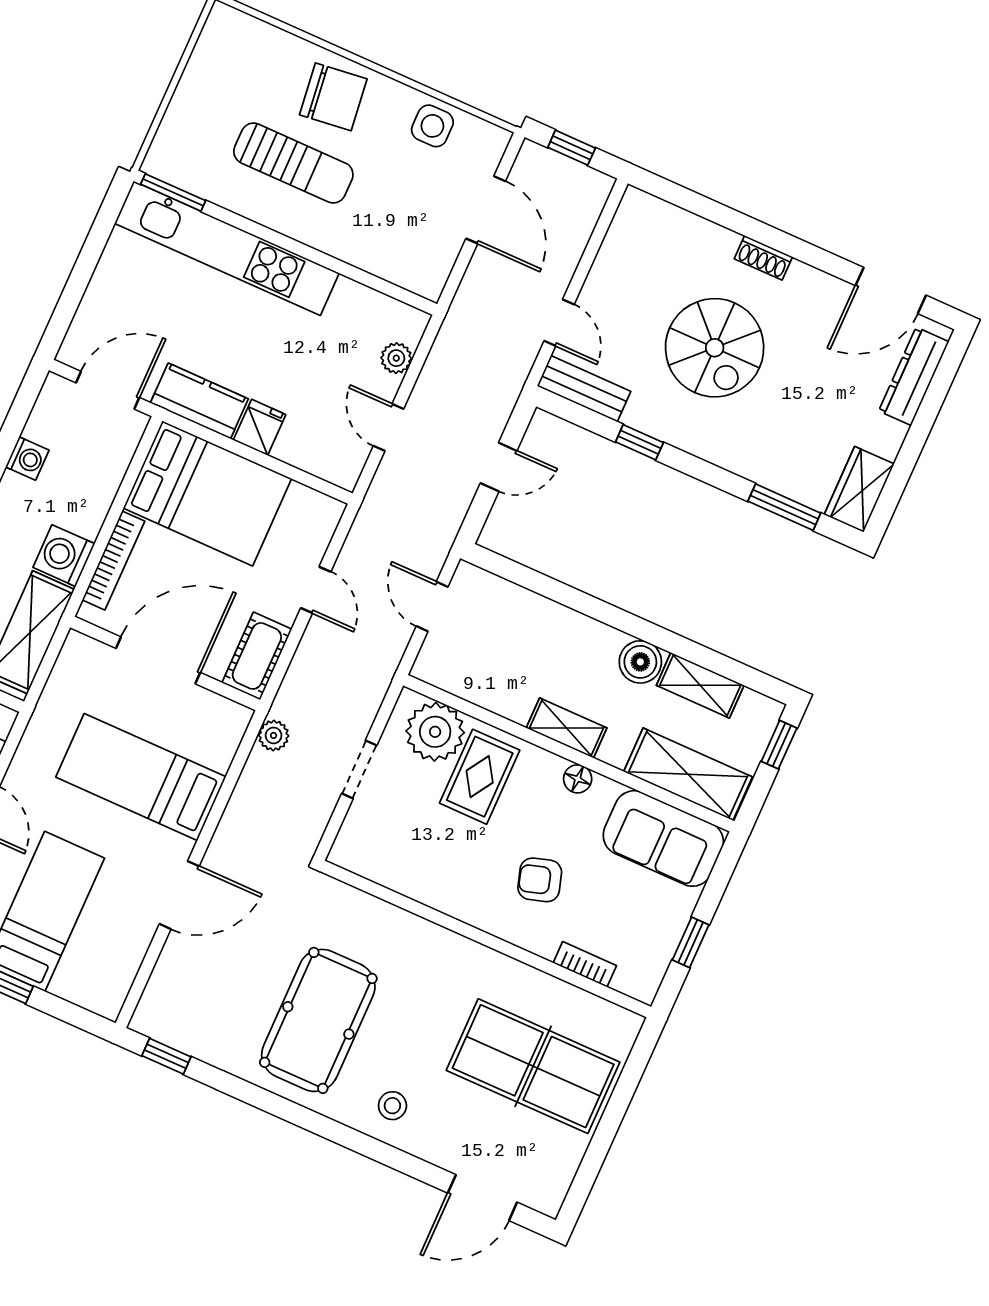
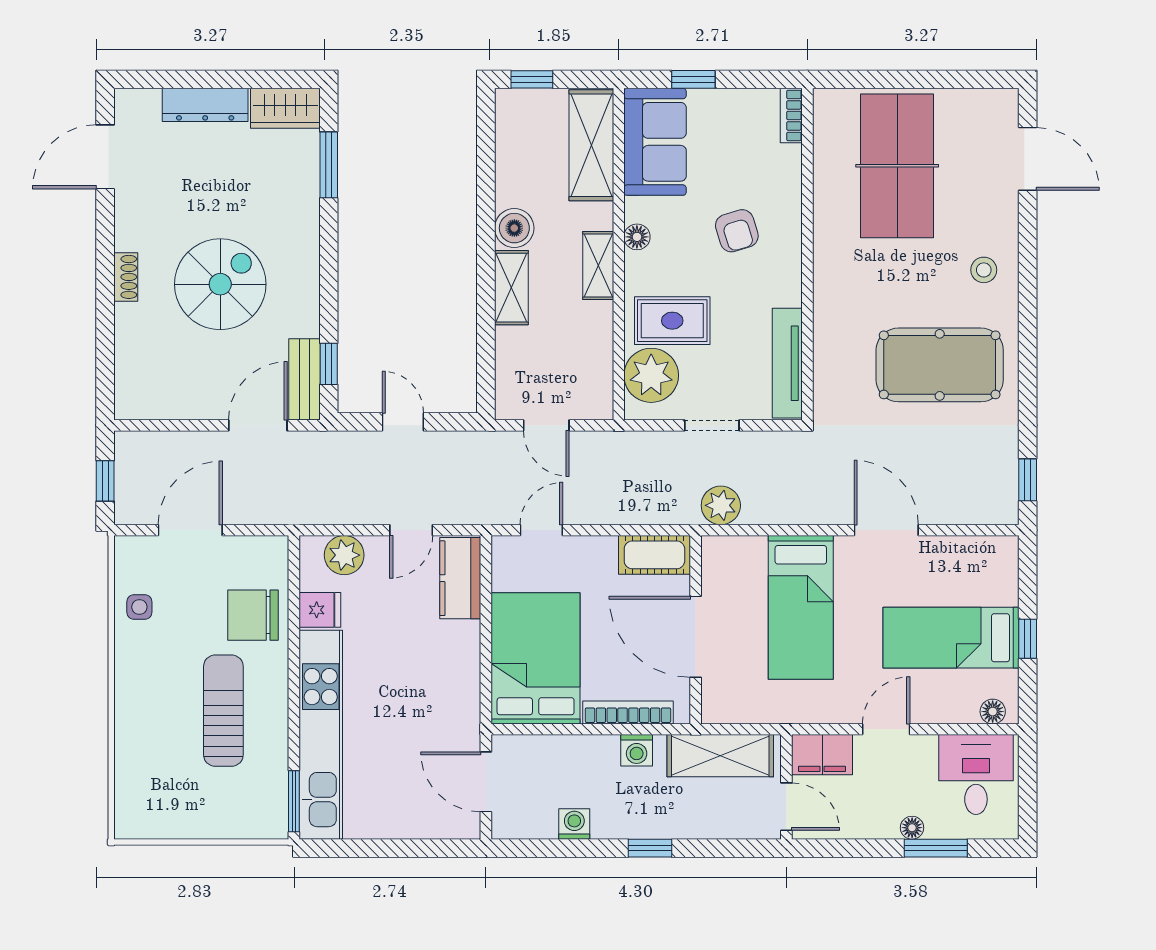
chair: (333, 97) -> (253, 615), moved, turned -83
side table: (432, 126) -> (139, 607), width x0.73, depth x0.73
door: (891, 290) -> (105, 157), swing flipped
door: (559, 323) -> (258, 425), width x1.37
plant: (396, 358) -> (344, 555), width x1.38, depth x1.38
dresser: (914, 376) -> (205, 105), moved
kitchen counter: (199, 401) -> (460, 578), moved
fridge: (260, 427) -> (320, 610), moved, turned 180
window: (639, 442) -> (329, 364), moved
washing machine: (64, 556) -> (637, 750), width x0.73, depth x0.73
door: (316, 590) -> (541, 530), moved
door: (432, 607) -> (546, 425), hinge flipped
shelving: (700, 685) -> (511, 288), moved
plant: (274, 735) -> (721, 505), width x1.38, depth x1.38
tv unit: (387, 871) -> (787, 363), added
window: (691, 942) -> (693, 79), moved
bookcase: (585, 964) -> (791, 115), moved

